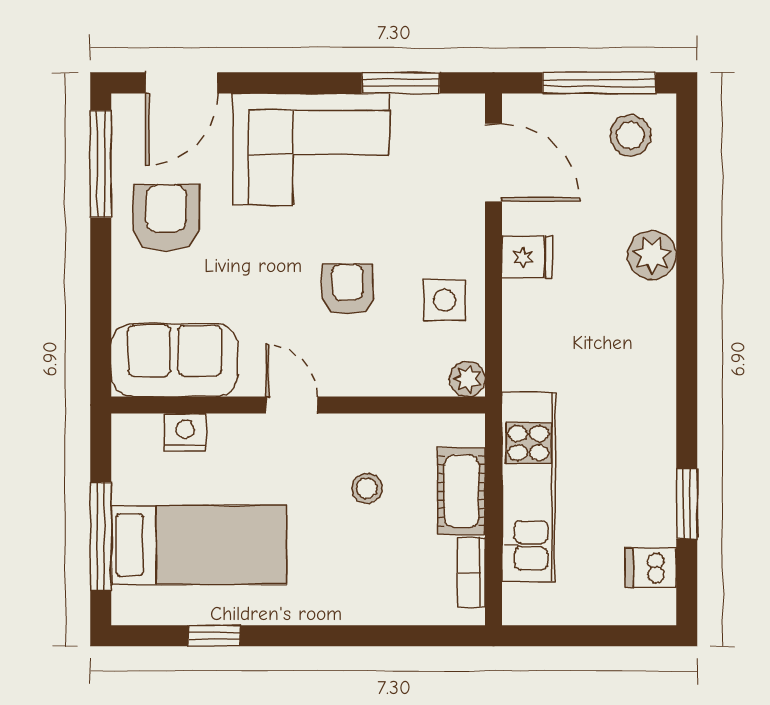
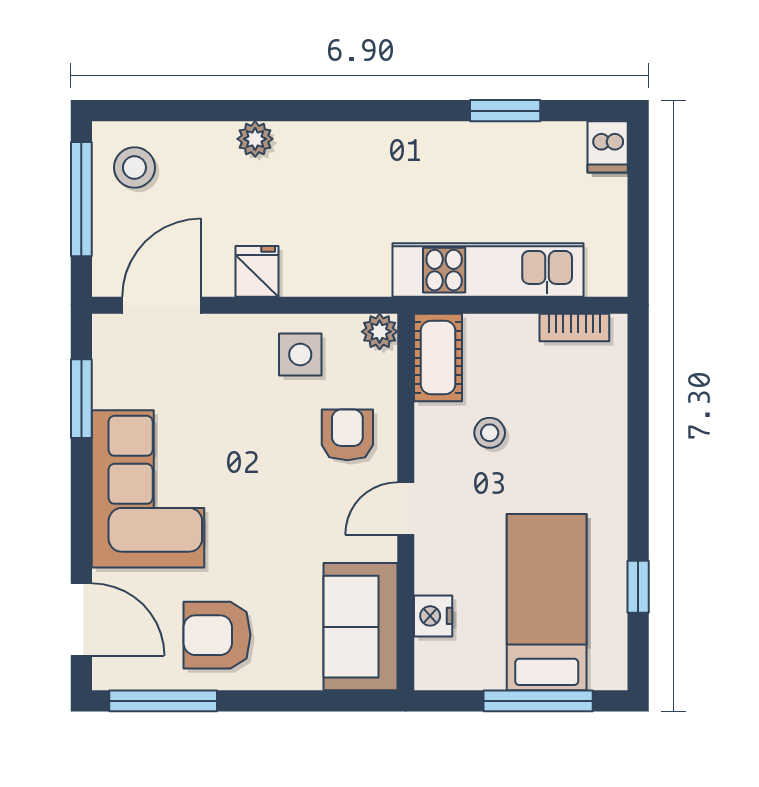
plant: (652, 255) -> (255, 139), width x0.73, depth x0.73
armchair: (347, 289) -> (347, 435), moved, turned 90
cot: (462, 491) -> (438, 358), moved, turned 90
dishwasher: (651, 568) -> (608, 147), moved

